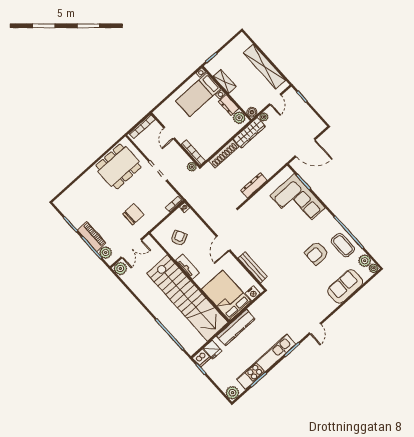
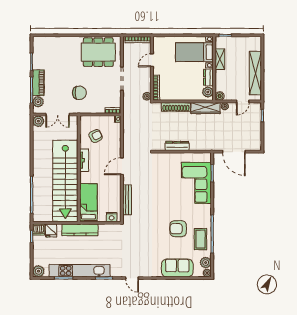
bed: (226, 295) -> (88, 203), width x0.67
door: (315, 329) -> (132, 278), hinge flipped

